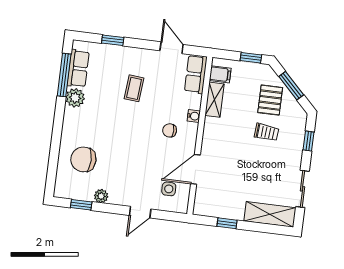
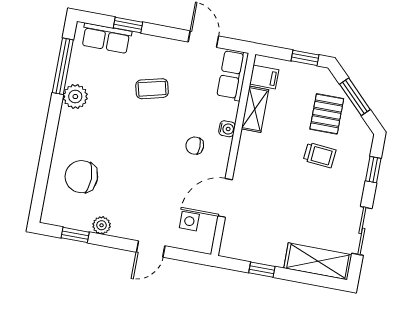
row of seats: (78, 68) -> (106, 38), moved, turned 90
coffee table: (134, 88) -> (152, 89), turned 71

